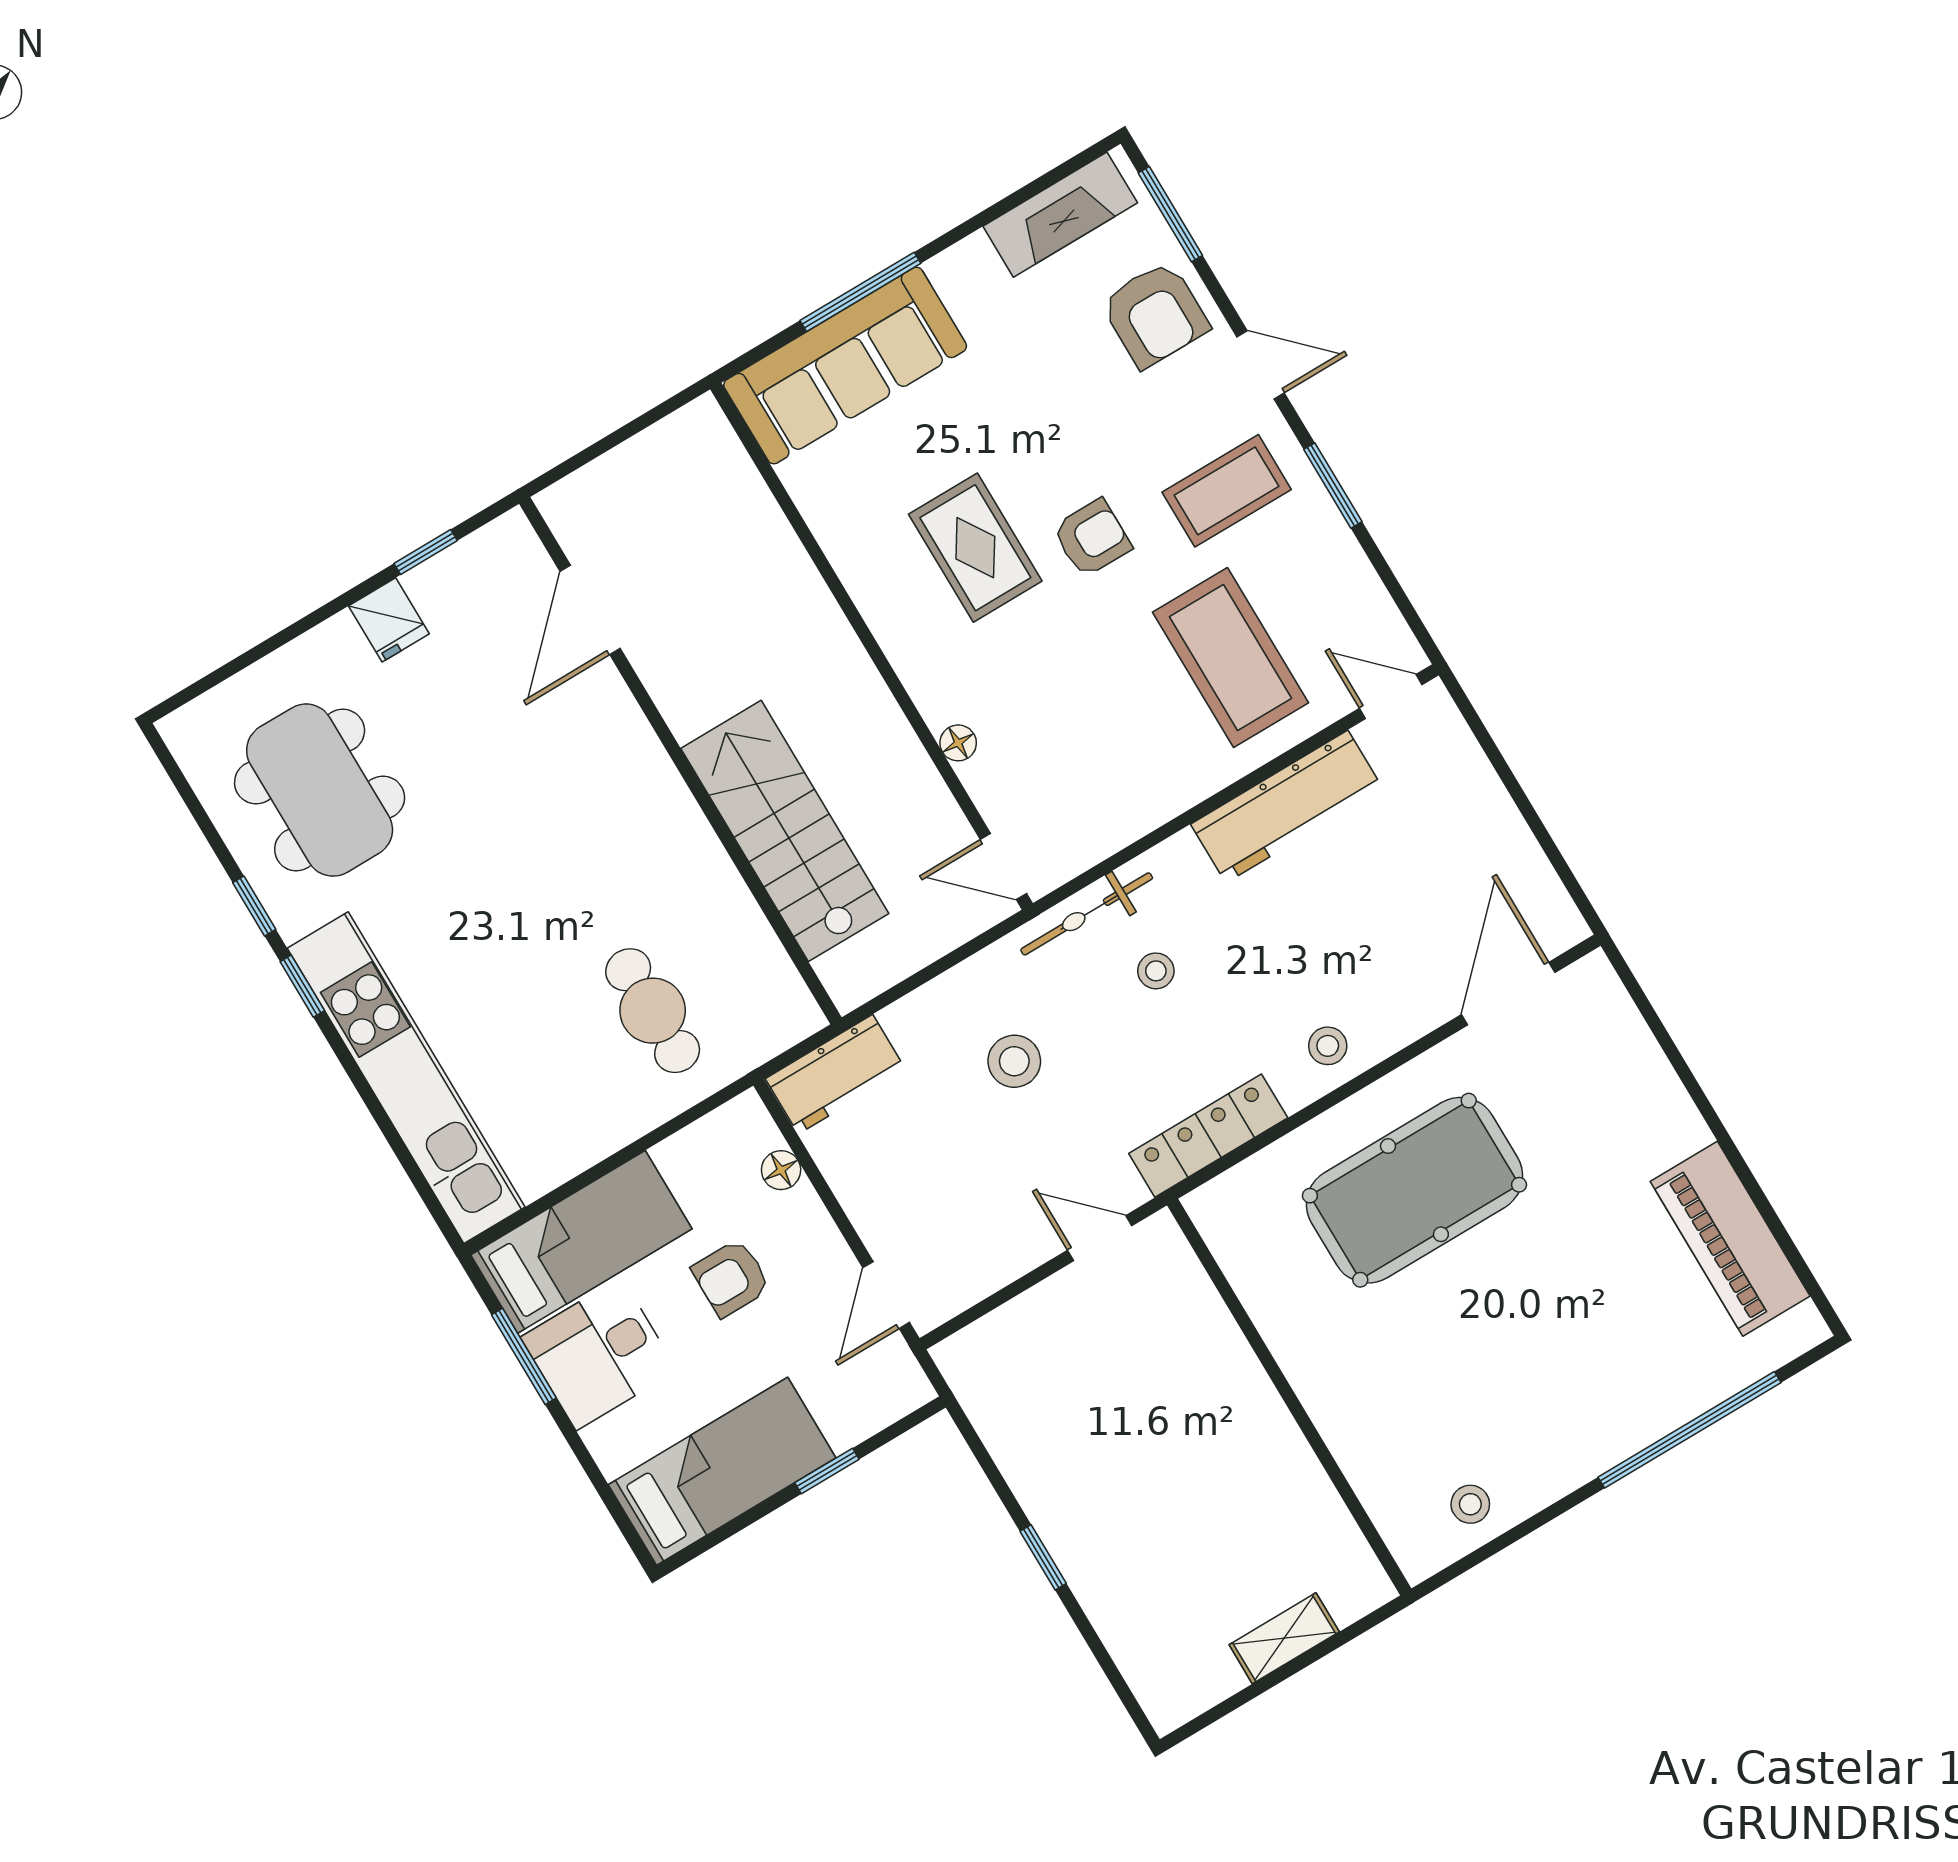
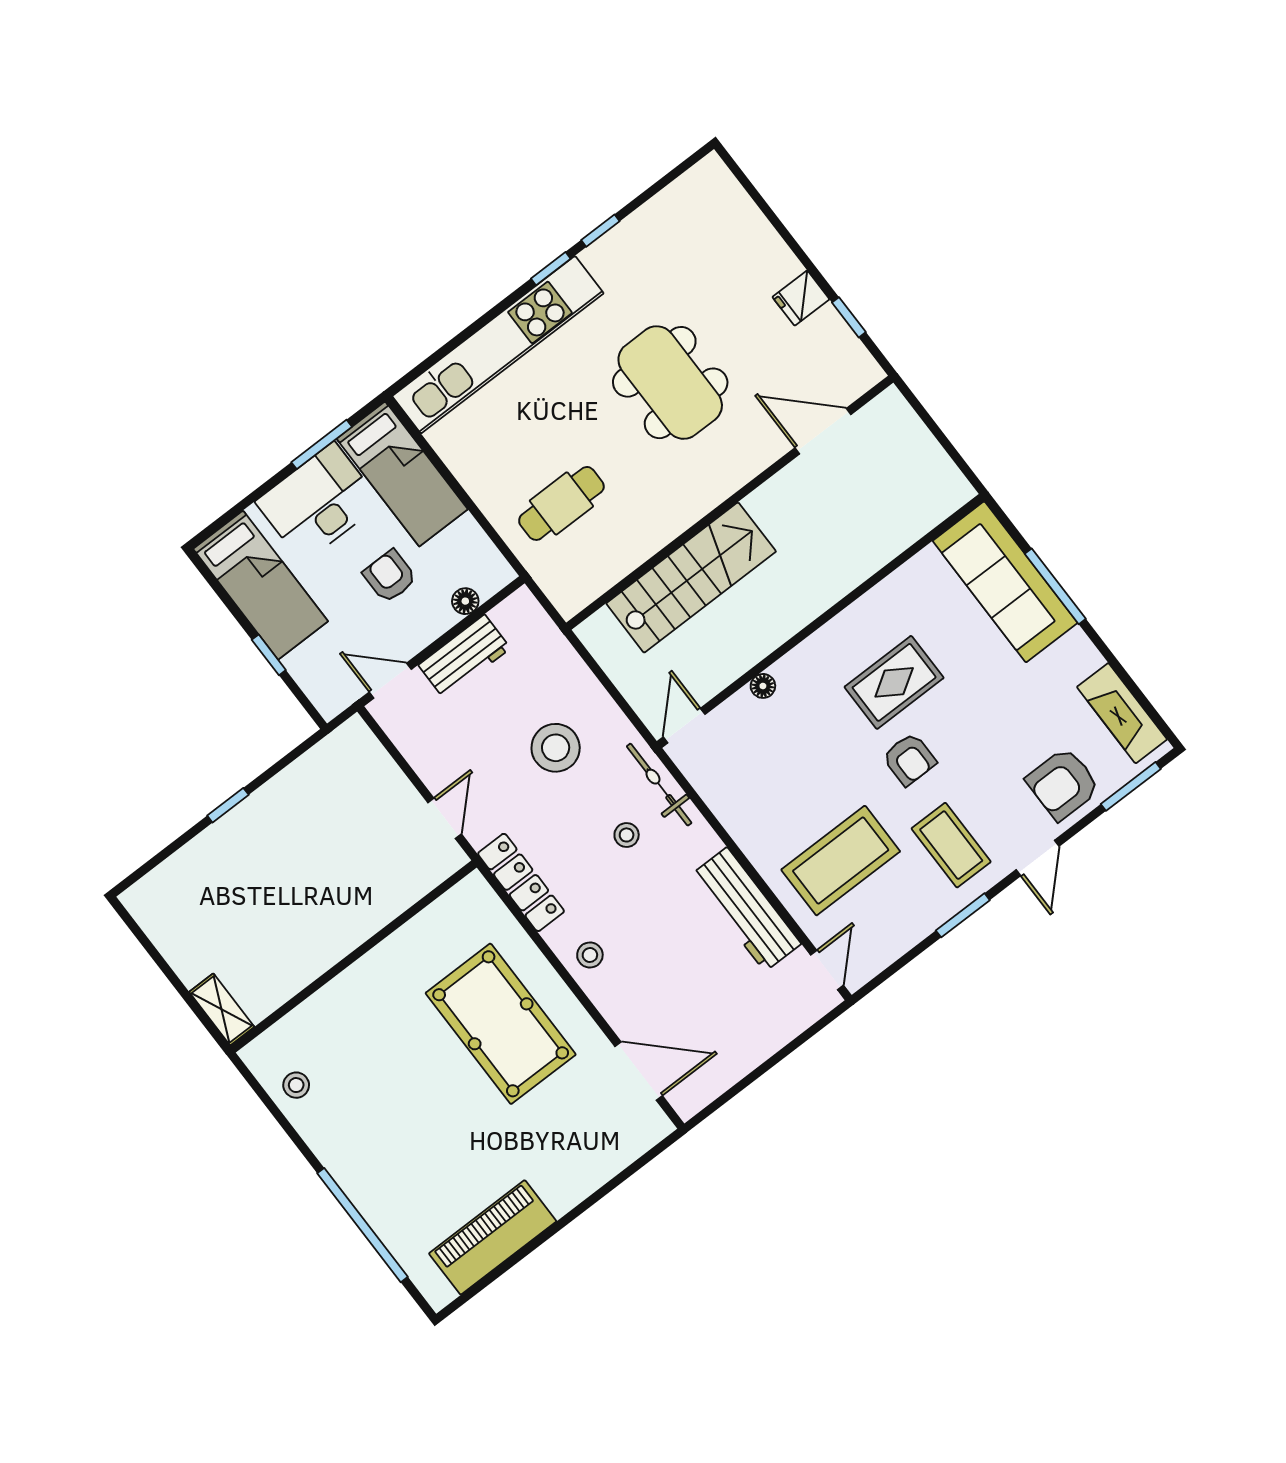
dining table: (320, 790) -> (670, 383), moved, turned 90
stool: (1014, 1061) -> (556, 748), width x1.38, depth x1.38
workbench: (836, 1074) -> (464, 657), moved, turned -90
desk: (599, 1354) -> (318, 502), width x1.37
shelving: (1284, 1638) -> (222, 1009), moved

